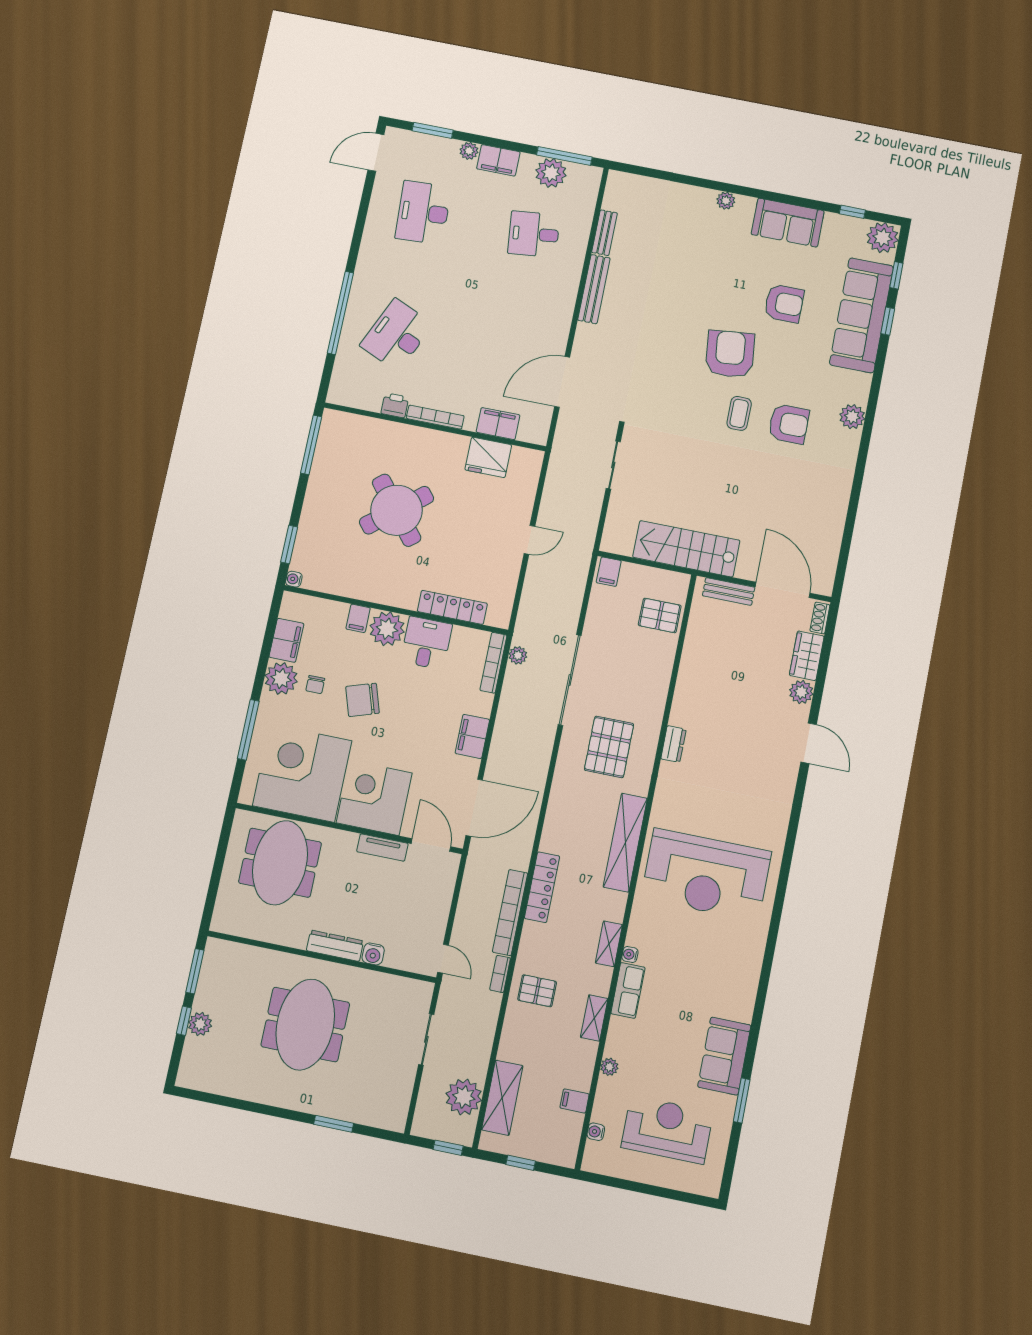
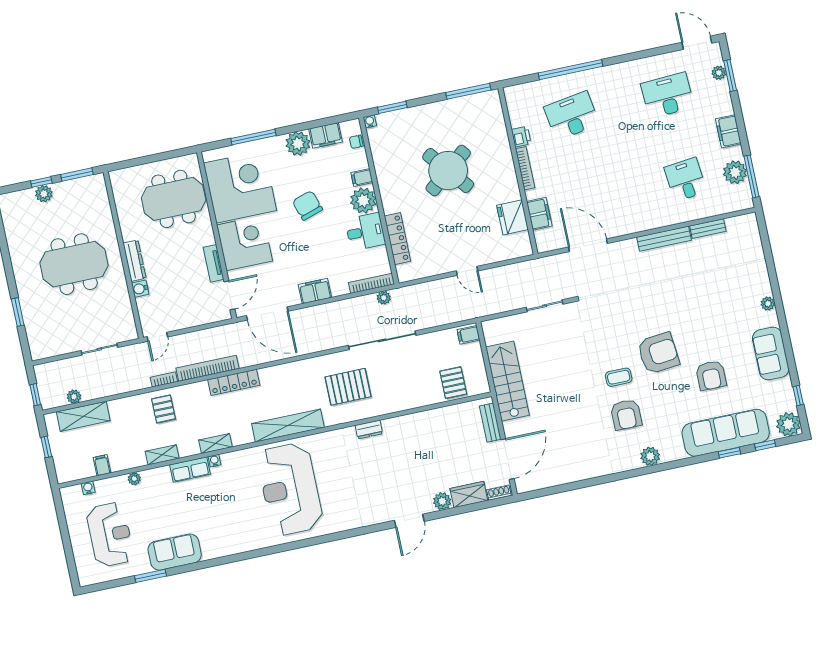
plant: (469, 151) -> (719, 73), moved
desk: (397, 335) -> (572, 116), turned -33
chair: (315, 685) -> (356, 142), moved
plant: (464, 1097) -> (74, 397), width x0.53, depth x0.53

